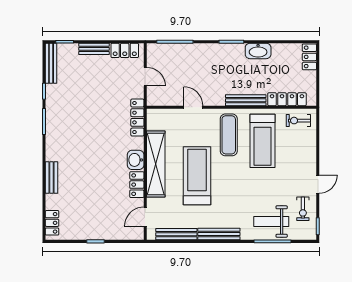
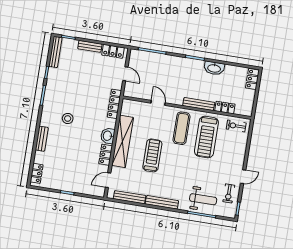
locker: (287, 99) -> (225, 108), width x0.66
stool: (81, 146) -> (68, 118), added
treadmill: (197, 176) -> (152, 155), width x0.73, depth x0.73
weight bench: (271, 222) -> (203, 199), turned 180

